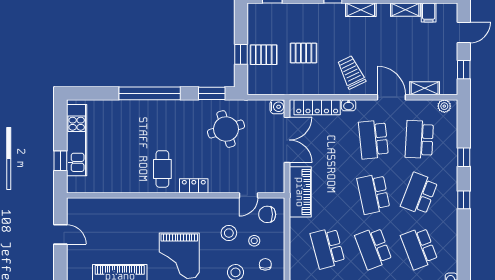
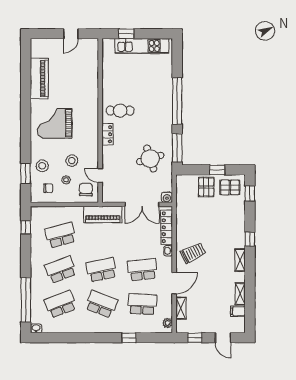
pallet: (303, 53) -> (230, 187), moved, turned 90
window: (241, 54) -> (217, 170), moved
window: (212, 93) -> (177, 148), width x1.44
window: (464, 200) -> (97, 338), removed

